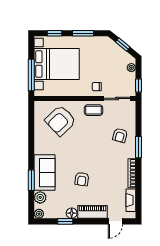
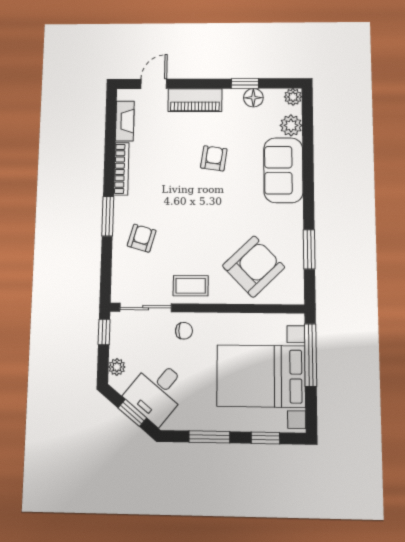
desk: (110, 55) -> (157, 392), added
window: (31, 180) -> (309, 249), moved
floor lamp: (72, 213) -> (253, 98), moved

